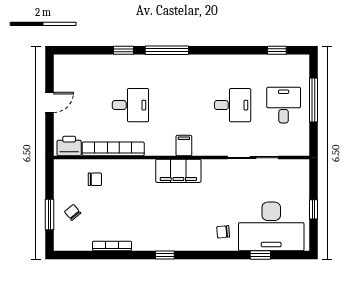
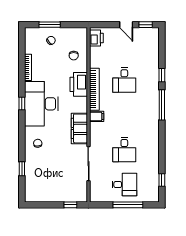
window: (50, 74) -> (146, 25), added
bookcase: (113, 149) -> (94, 89), moved
filing cabinet: (178, 171) -> (79, 128), moved
printer: (137, 172) -> (79, 84), added
window: (313, 209) -> (70, 205), moved
desk: (271, 226) -> (41, 104), moved

